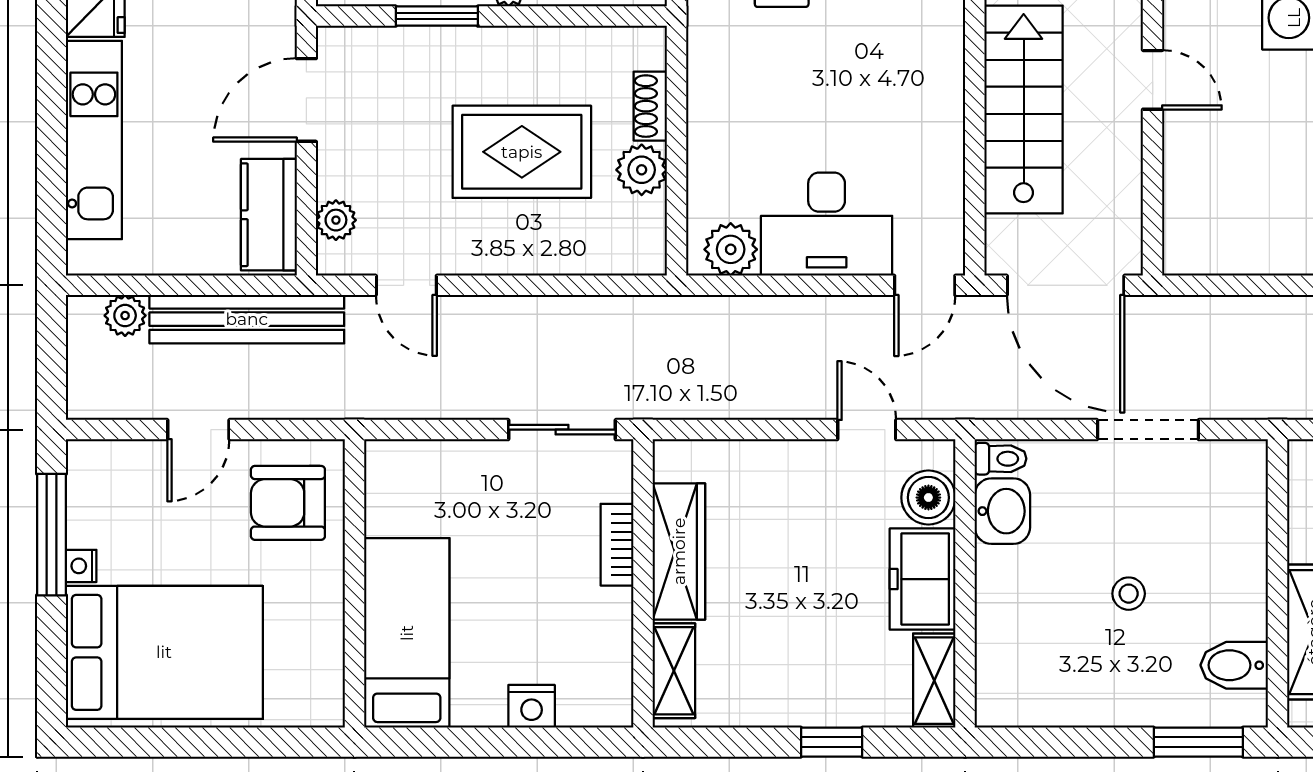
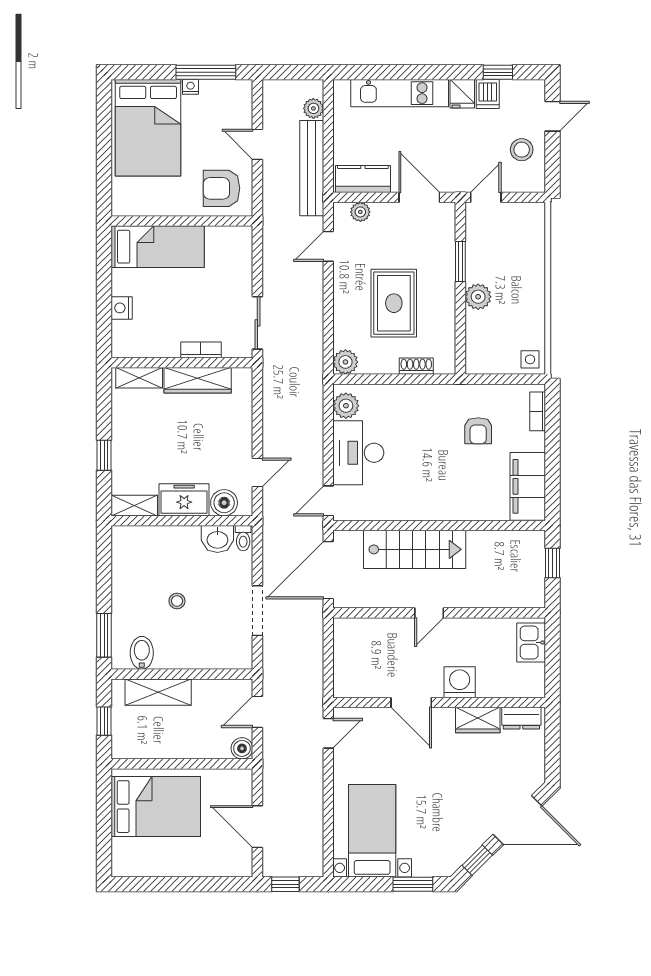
plant: (642, 170) -> (345, 362), moved
door: (925, 285) -> (328, 501), hinge flipped
armchair: (288, 503) -> (221, 188), turned -90

